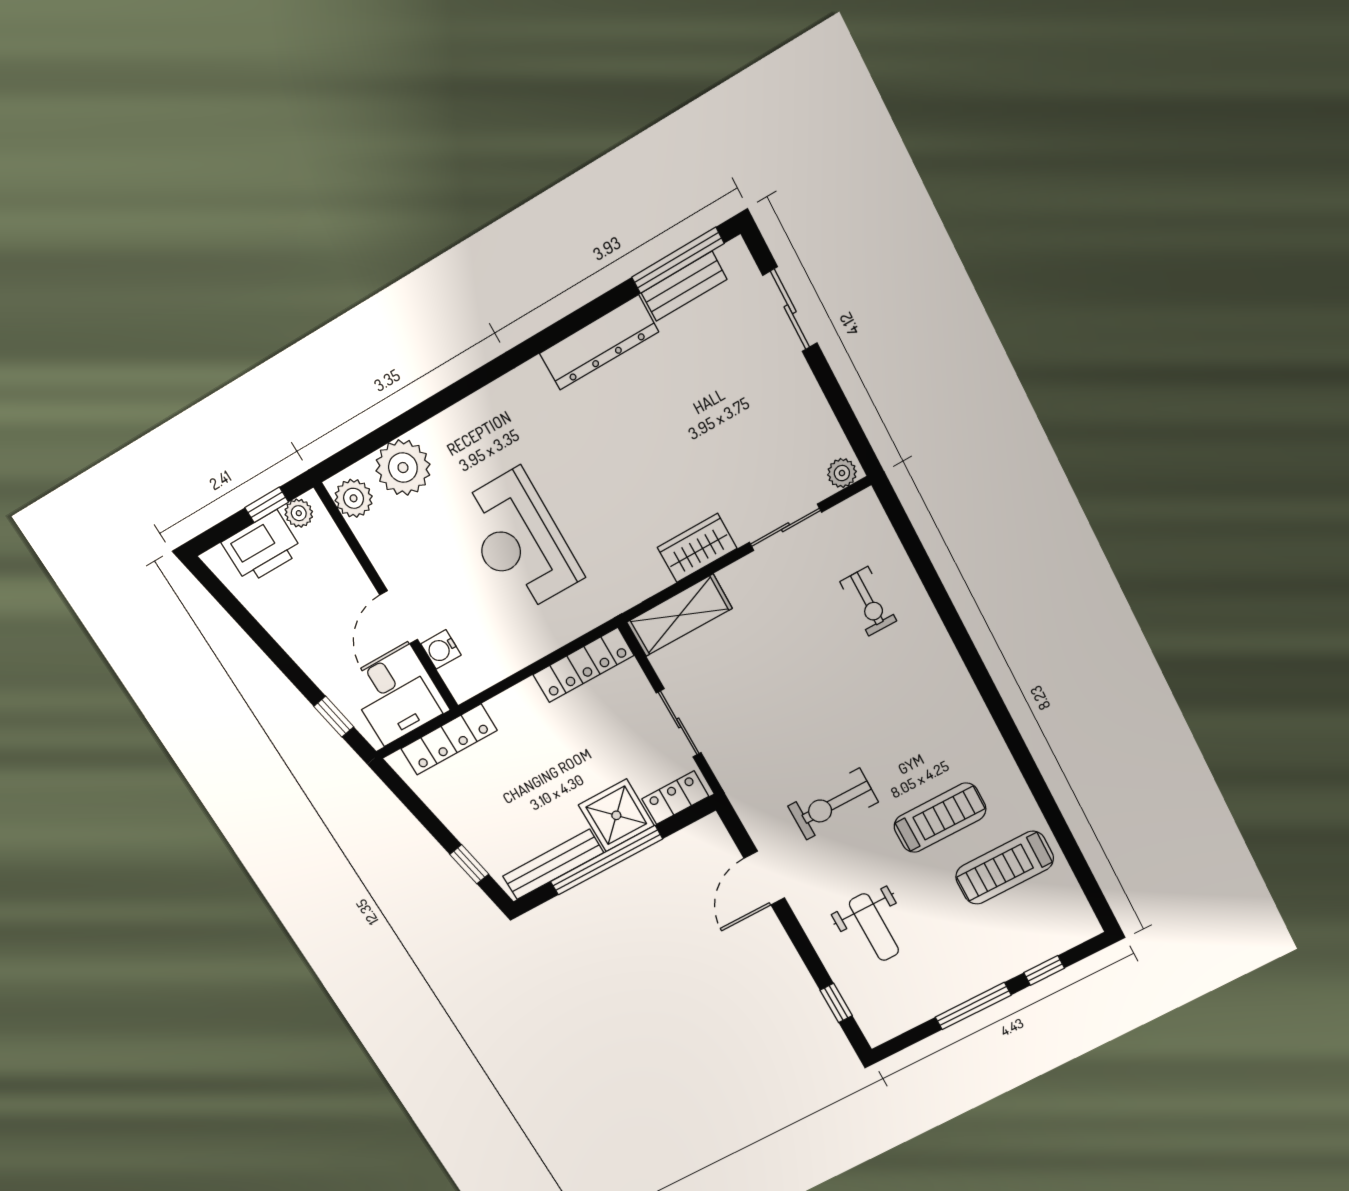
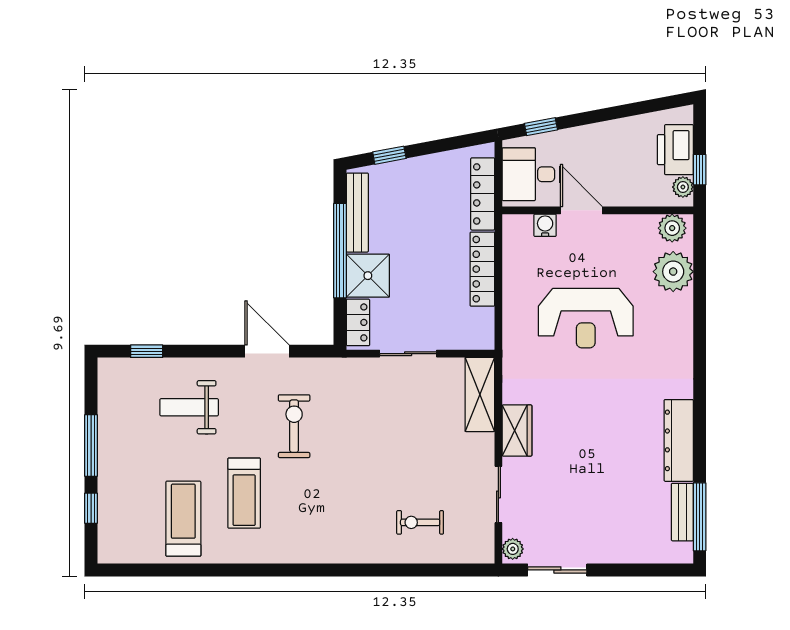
sliding door: (790, 309) -> (557, 570), moved
reception desk: (519, 541) -> (586, 318), turned 180
locker: (583, 665) -> (482, 269), moved

